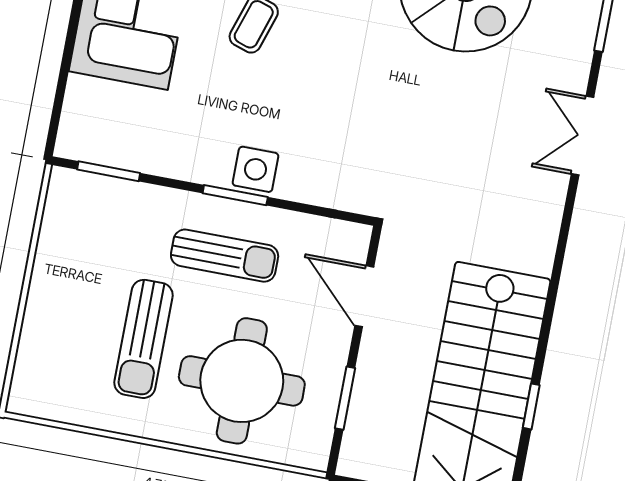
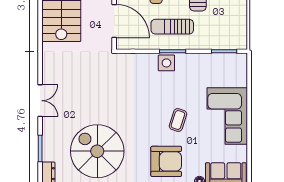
door: (364, 296) -> (114, 21), width x1.36

